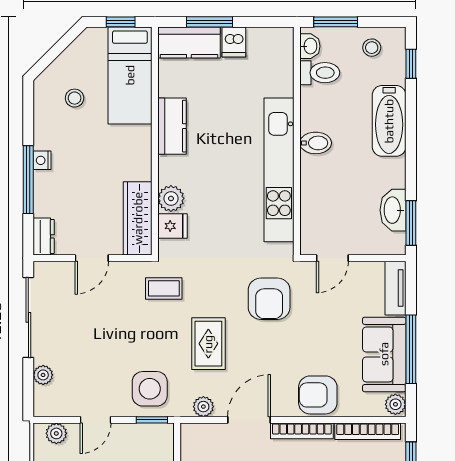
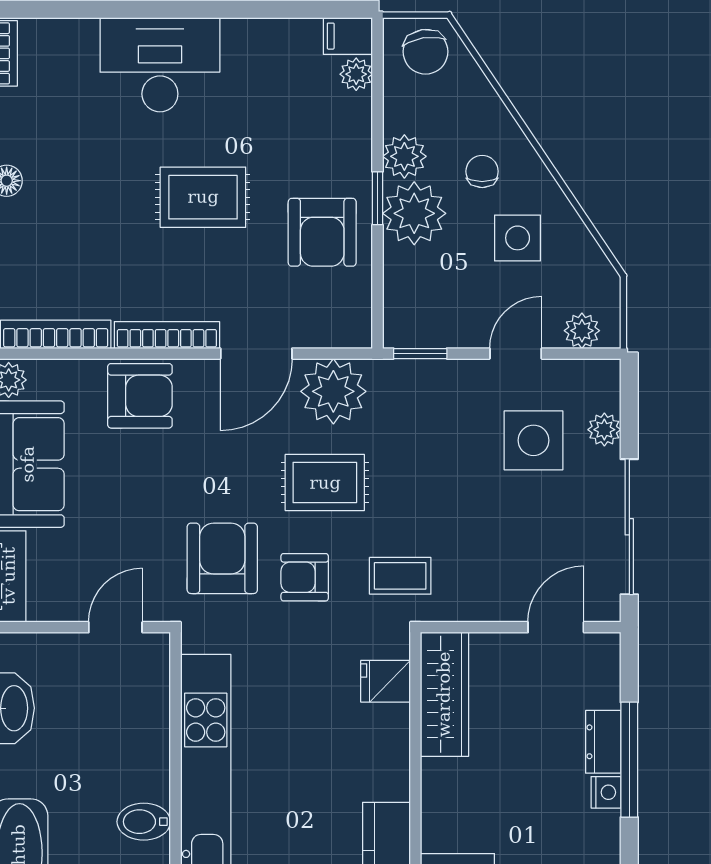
plant: (171, 198) -> (388, 728), removed
dresser: (44, 236) -> (603, 742), moved
door: (92, 258) -> (556, 627), moved
armchair: (220, 288) -> (305, 577), added
rug: (208, 344) -> (325, 483), turned 90
side table: (150, 389) -> (533, 440), moved
plant: (203, 407) -> (333, 391), width x1.87, depth x1.87

